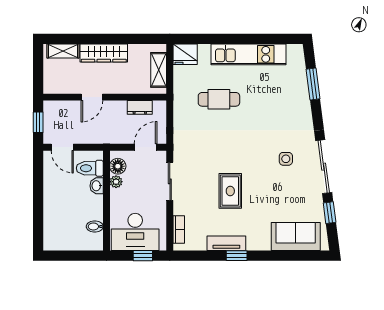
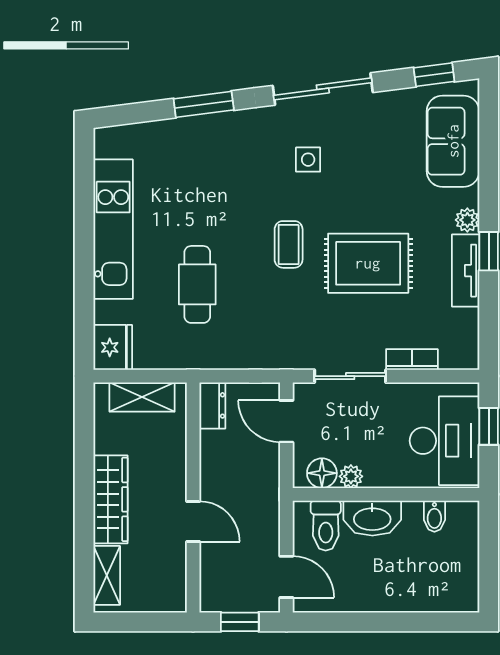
window: (313, 84) -> (204, 104), moved
dresser: (140, 107) -> (212, 405), moved
door: (62, 147) -> (286, 577), hinge flipped
coffee table: (240, 148) -> (289, 244), added
washbasin: (97, 186) -> (372, 518), width x1.91, depth x1.45
rug: (230, 191) -> (368, 263), width x1.36, depth x1.43
window: (330, 213) -> (434, 75), moved
bookcase: (179, 230) -> (412, 359), moved
plant: (253, 244) -> (467, 220), added

